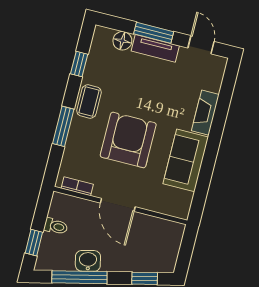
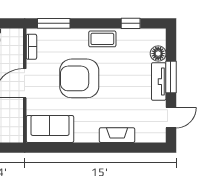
window: (63, 126) -> (54, 23), moved
armchair: (128, 140) -> (79, 78), turned 180
sofa: (186, 160) -> (50, 129), moved

